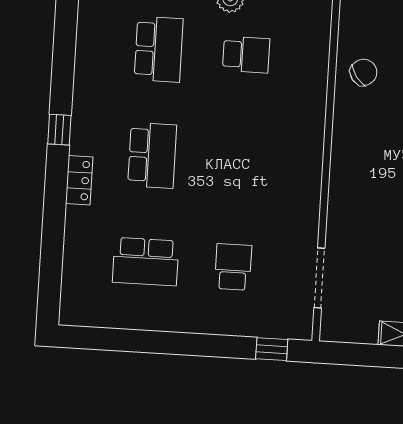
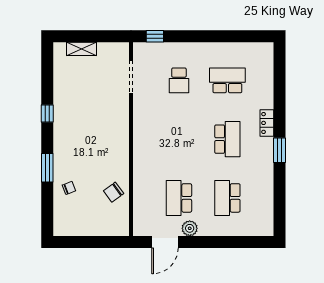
school desk: (246, 55) -> (179, 198), width x1.85
window: (59, 130) -> (280, 150), width x1.50
school desk: (152, 155) -> (227, 139), turned 180

